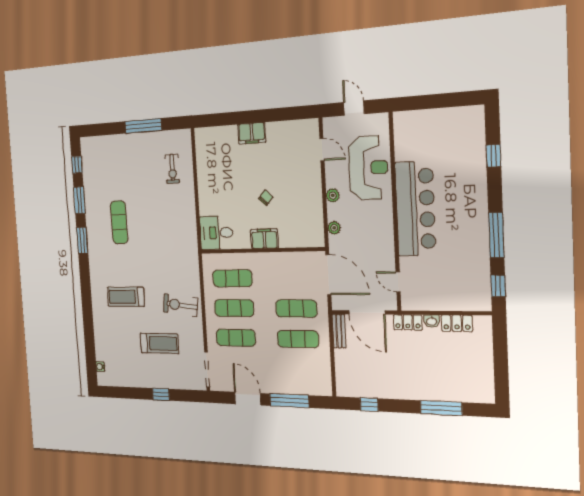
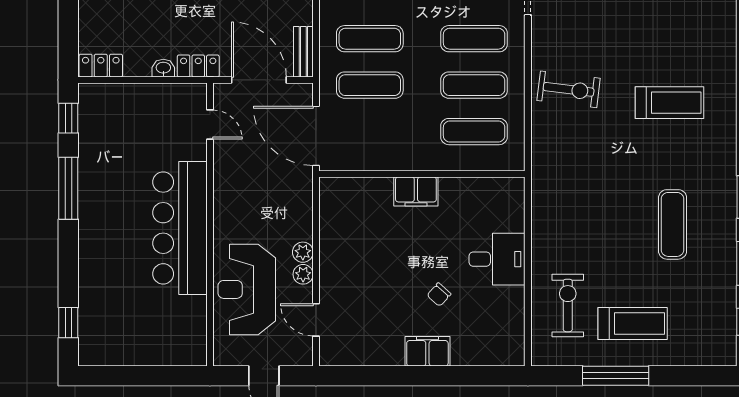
window: (493, 156) -> (68, 323), moved
exercise bike: (172, 169) -> (568, 305), width x1.38, depth x1.39
chair: (266, 198) -> (439, 295), moved
plant: (334, 228) -> (303, 274), moved
desk: (216, 233) -> (497, 259), moved
locker: (457, 323) -> (101, 66), moved
treadmill: (159, 343) -> (633, 324), moved, turned 180

